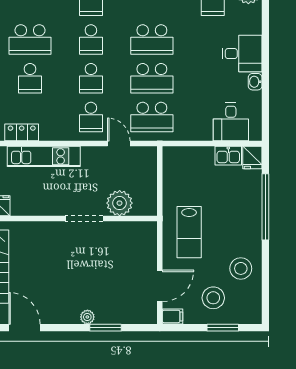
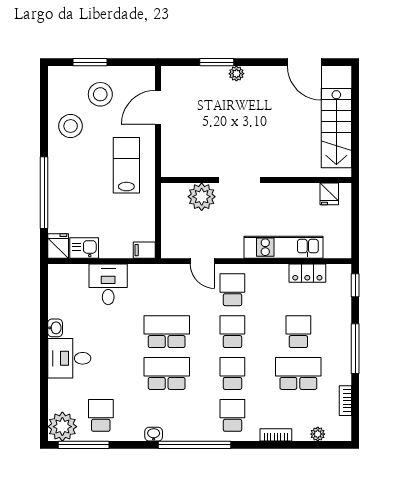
school desk: (152, 117) -> (167, 290), removed
desk: (231, 122) -> (108, 284), moved
filing cabinet: (173, 316) -> (144, 250), moved

